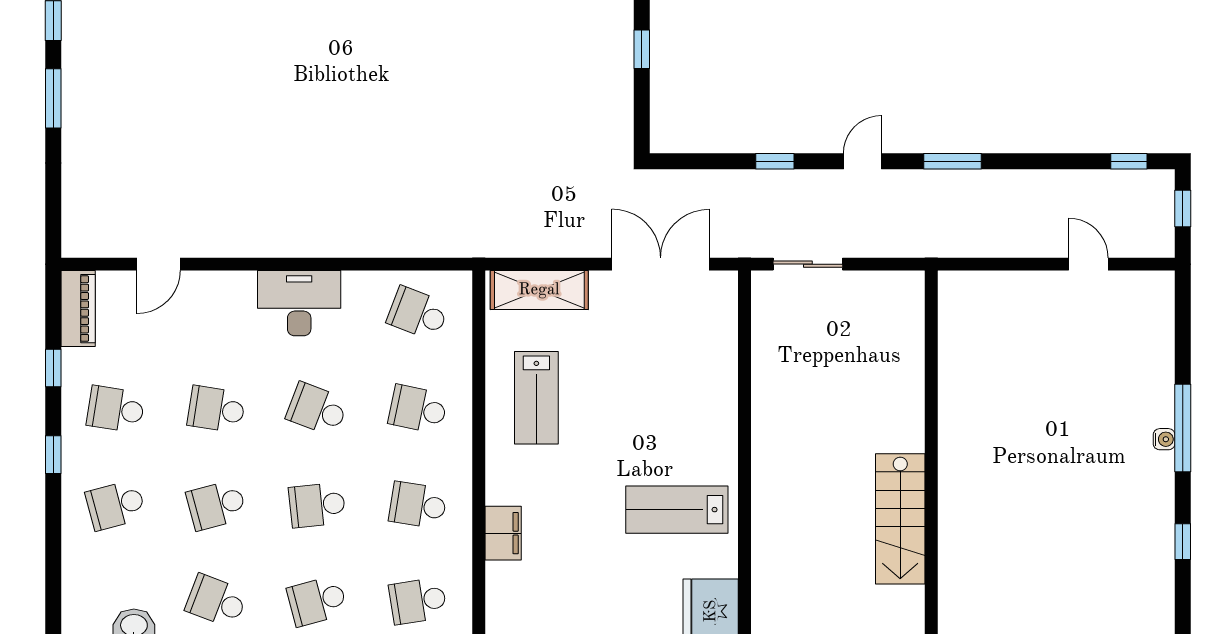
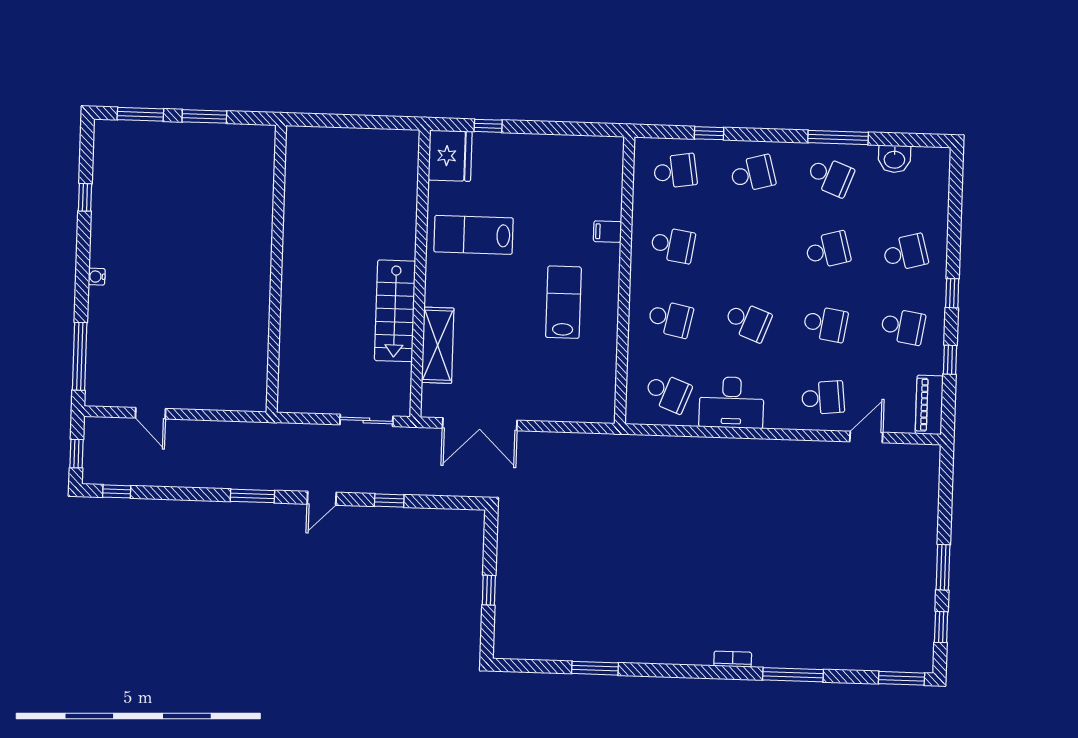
shelving: (539, 290) -> (438, 345), moved, turned 90
desk: (299, 303) -> (731, 402), moved
lab bench: (536, 398) -> (563, 302), moved
window: (1183, 428) -> (80, 356), moved
school desk: (317, 505) -> (823, 398), moved
lab bench: (677, 510) -> (474, 235), turned 180
stairs: (900, 519) -> (395, 311), moved, turned 180
filing cabinet: (503, 533) -> (608, 232), width x0.50

